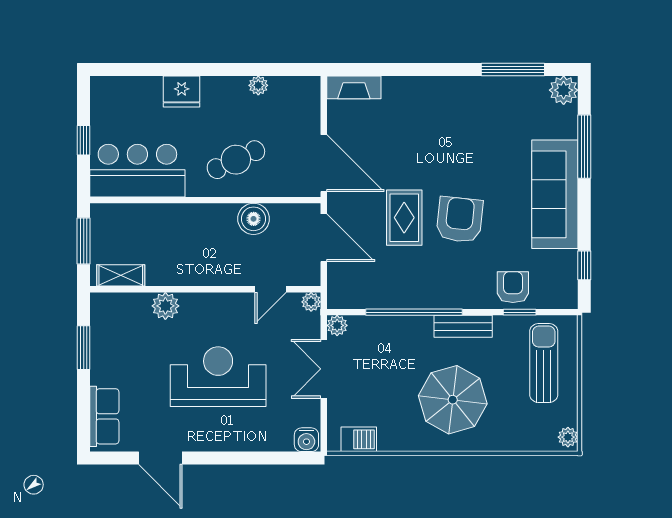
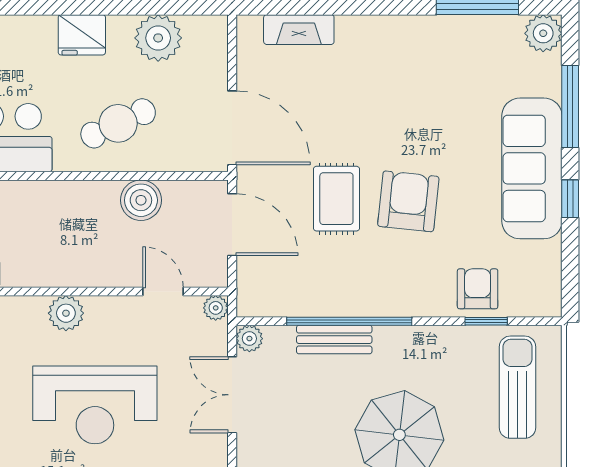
plant: (258, 85) -> (158, 38), width x1.88, depth x1.88
fireplace: (354, 87) -> (299, 30), moved
fridge: (182, 91) -> (82, 35), moved
window: (584, 265) -> (570, 199), moved
door: (271, 289) -> (163, 291), swing flipped
plant: (165, 306) -> (66, 313), moved
bench: (463, 326) -> (334, 340), moved
reception desk: (218, 377) -> (95, 405), turned 180

